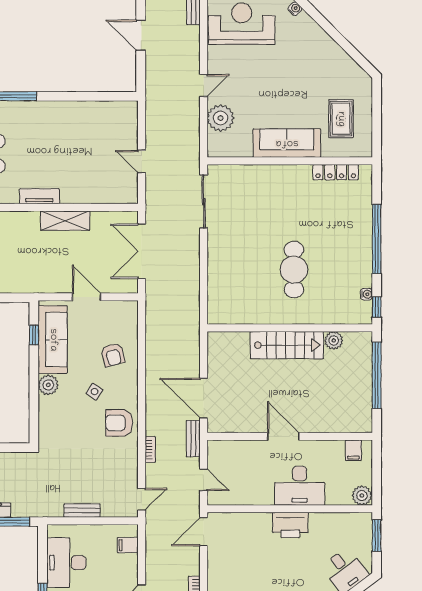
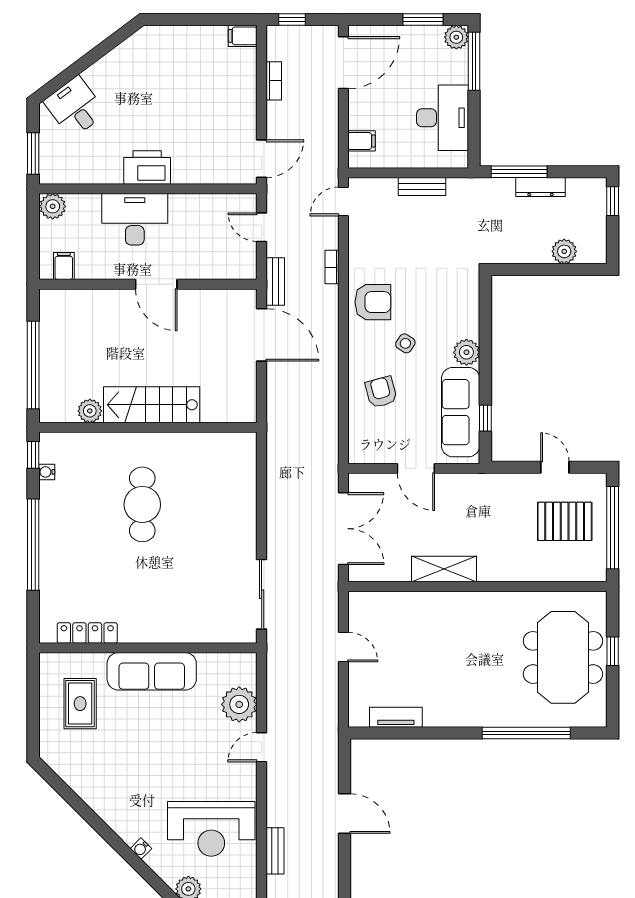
tv unit: (39, 196) -> (396, 717), moved, turned 180

